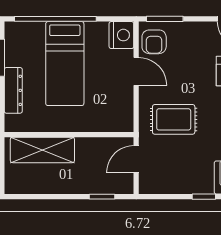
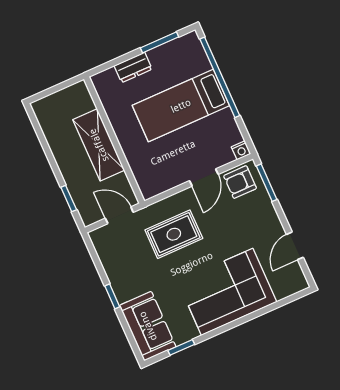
nightstand: (121, 35) -> (241, 150), width x0.53, depth x0.56
dresser: (13, 90) -> (133, 67), width x0.70
rug: (174, 119) -> (174, 234), turned 90
shelving: (42, 150) -> (99, 145), moved

